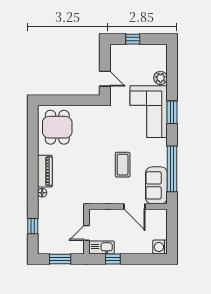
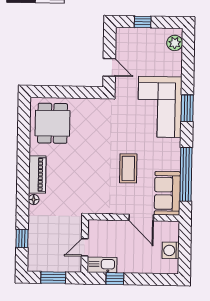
plant: (160, 78) -> (175, 43), moved
washing machine: (160, 247) -> (171, 250), moved

